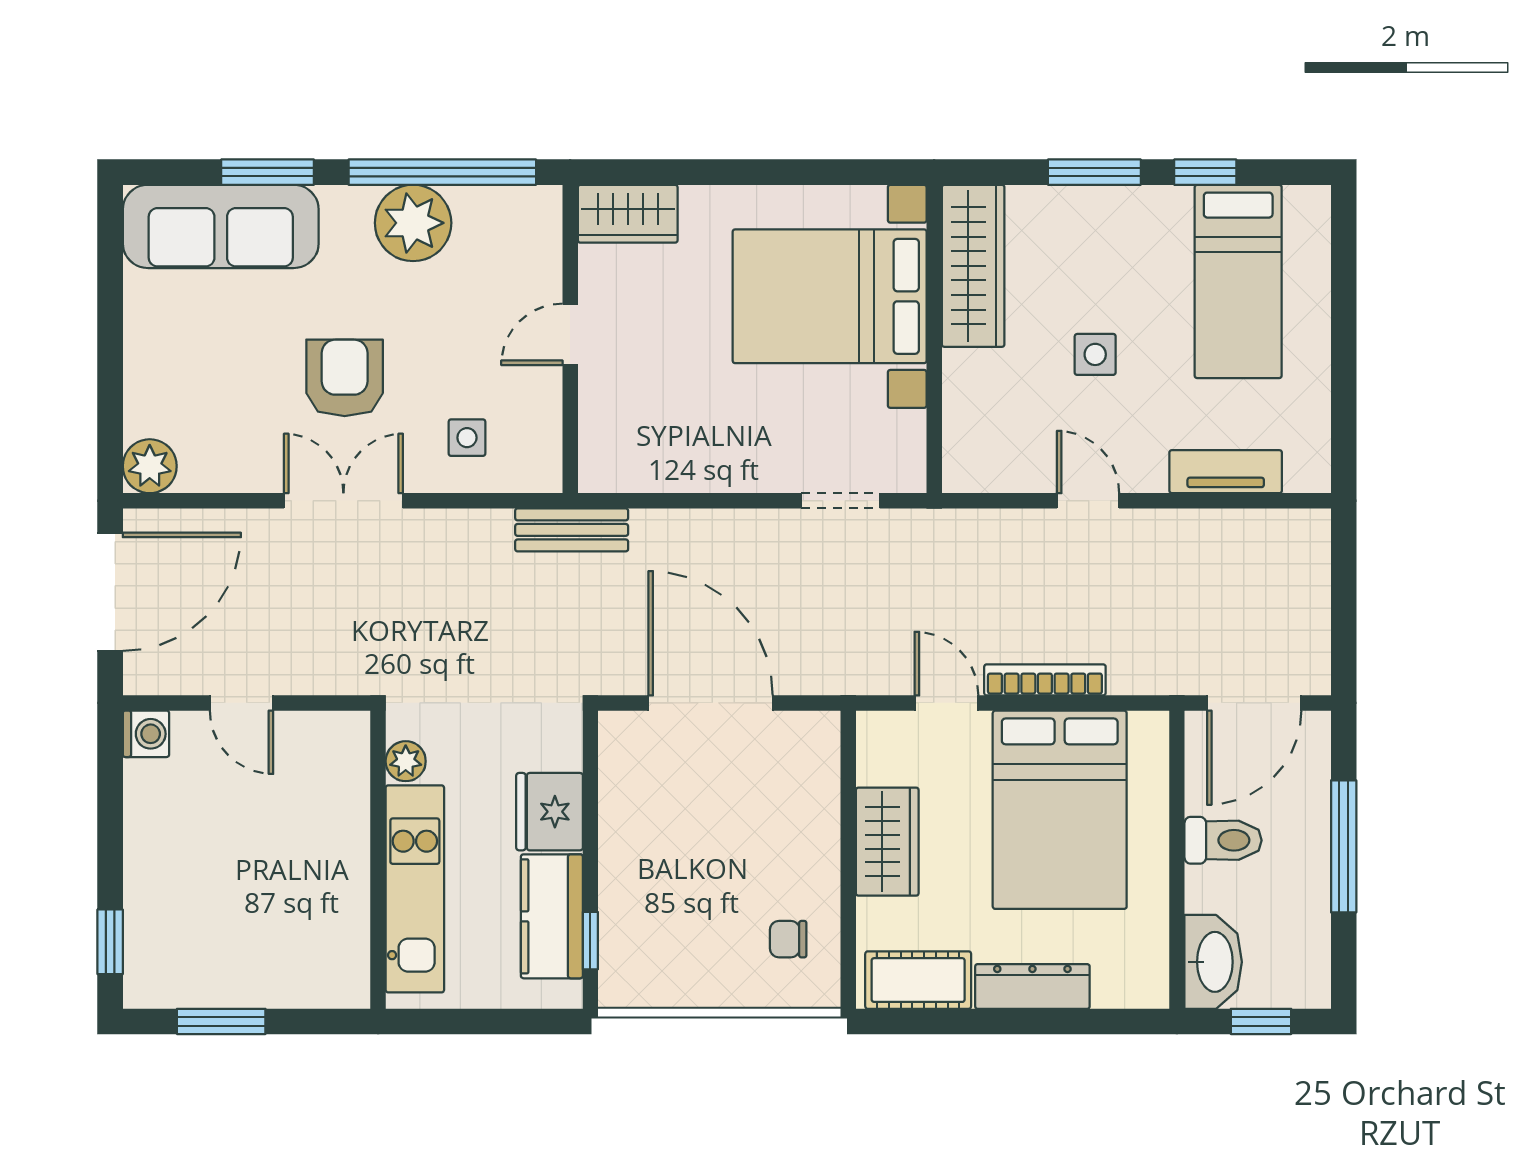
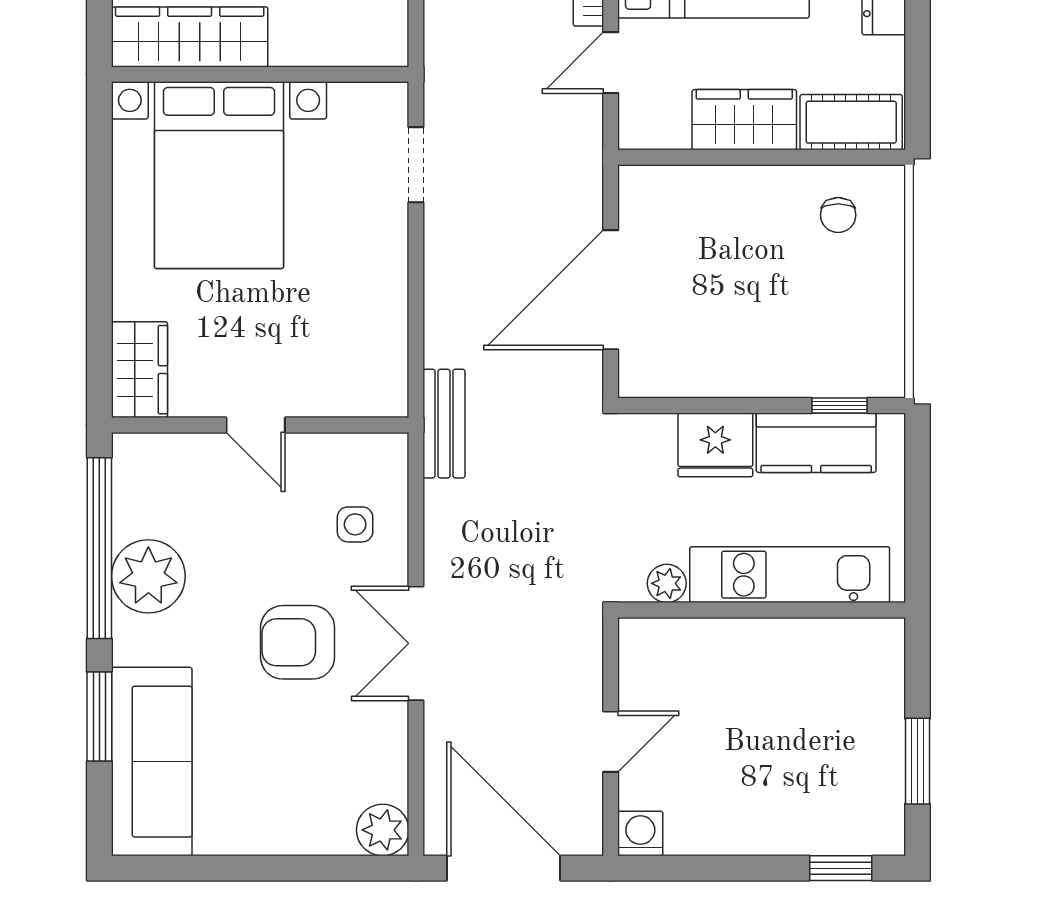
cot: (918, 980) -> (851, 122), moved, turned 90

